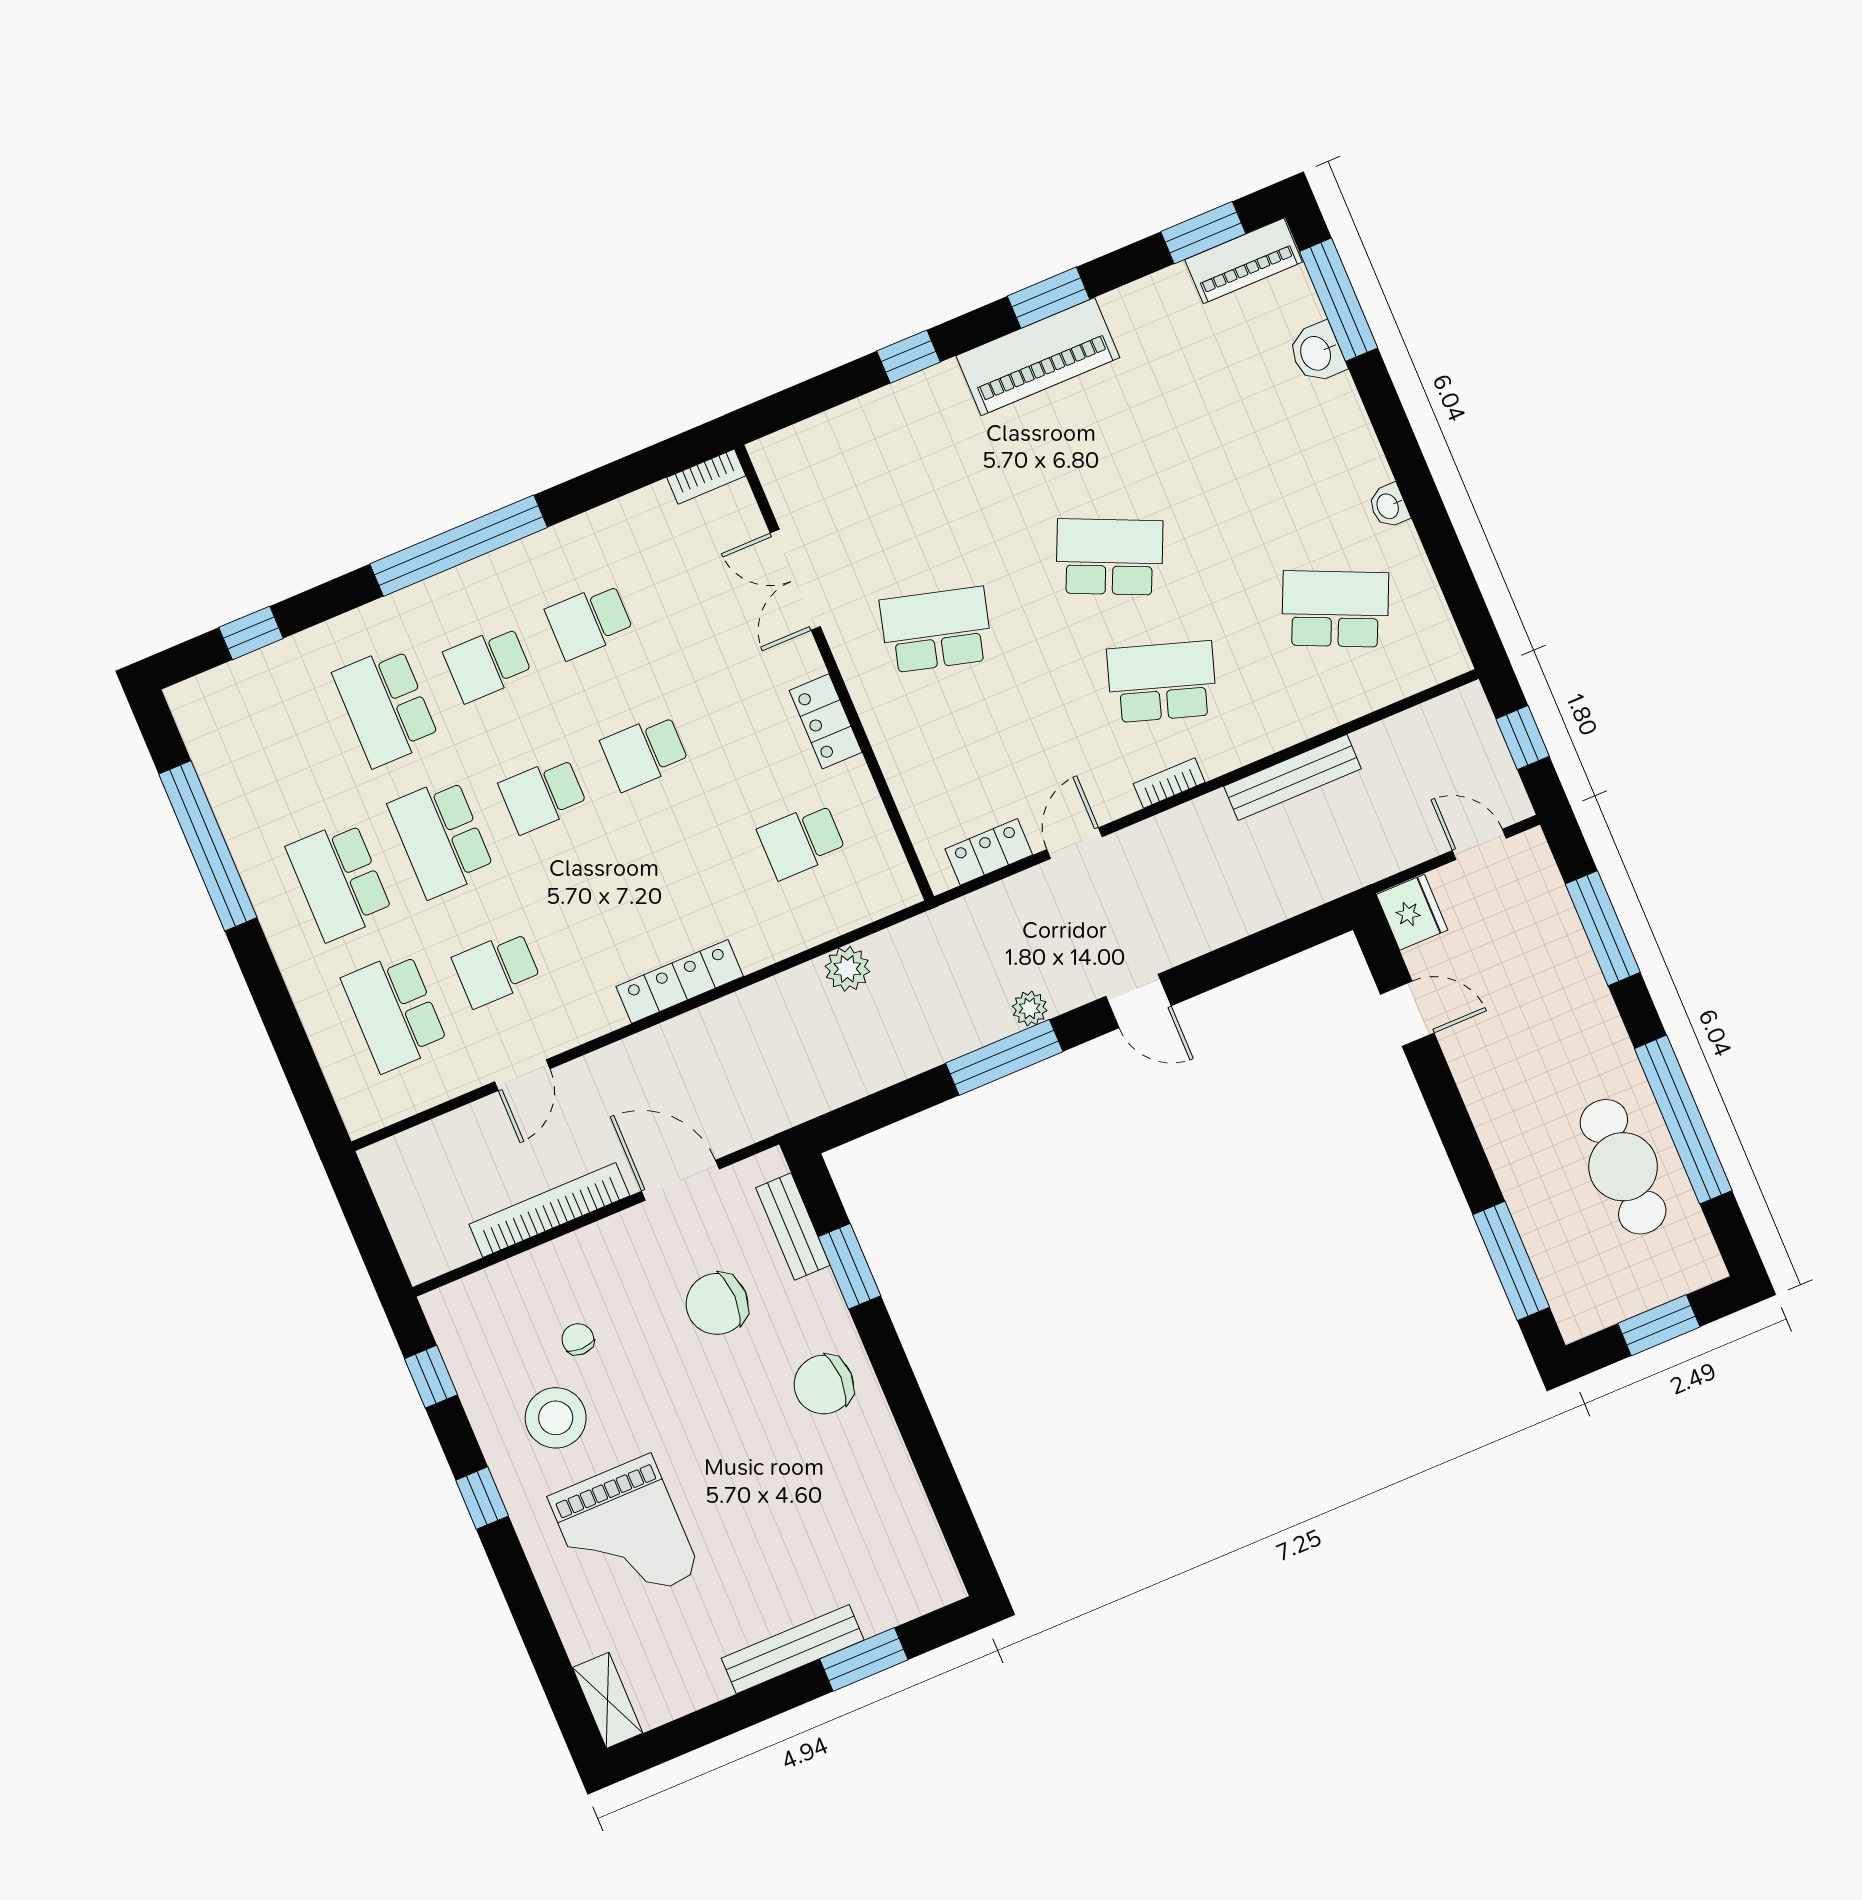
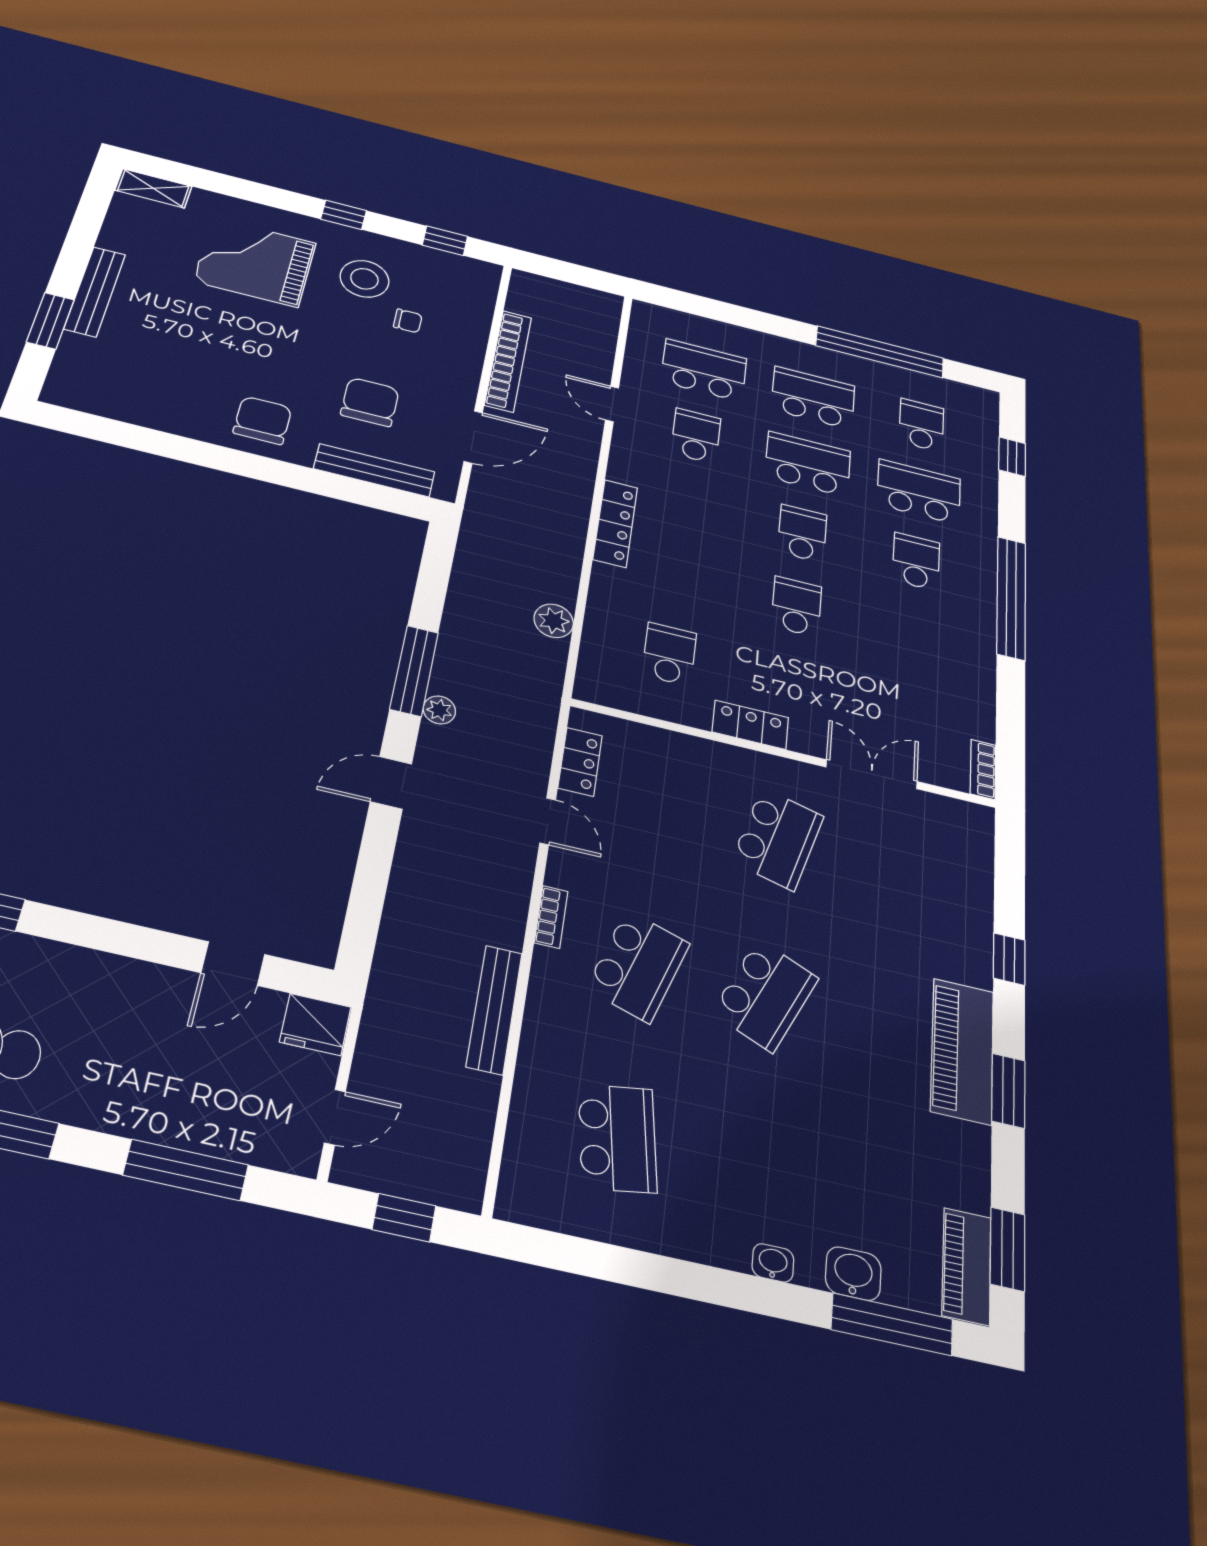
washbasin: (1389, 506) -> (773, 1263), moved
school desk: (1335, 609) -> (617, 1138), turned -33
school desk: (589, 621) -> (921, 425), moved
bench: (793, 1227) -> (374, 470), width x1.36
window: (849, 1266) -> (334, 486), removed

